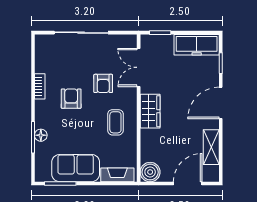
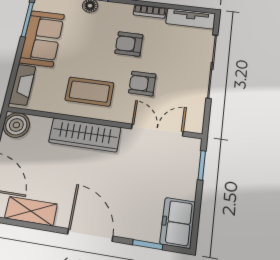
freezer: (197, 45) -> (178, 223), width x0.71
tv unit: (42, 53) -> (191, 18), added
armchair: (71, 99) -> (129, 44), turned 180
wardrobe: (150, 111) -> (85, 135), width x1.50
coffee table: (115, 122) -> (89, 91), width x1.36, depth x1.30

